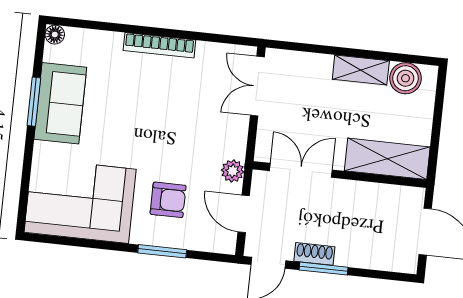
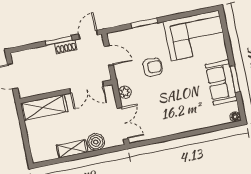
bookcase: (159, 45) -> (180, 128), removed
boiler: (405, 78) -> (96, 142), moved
plant: (233, 171) -> (125, 92), moved
armchair: (168, 200) -> (152, 67), moved, turned 180

